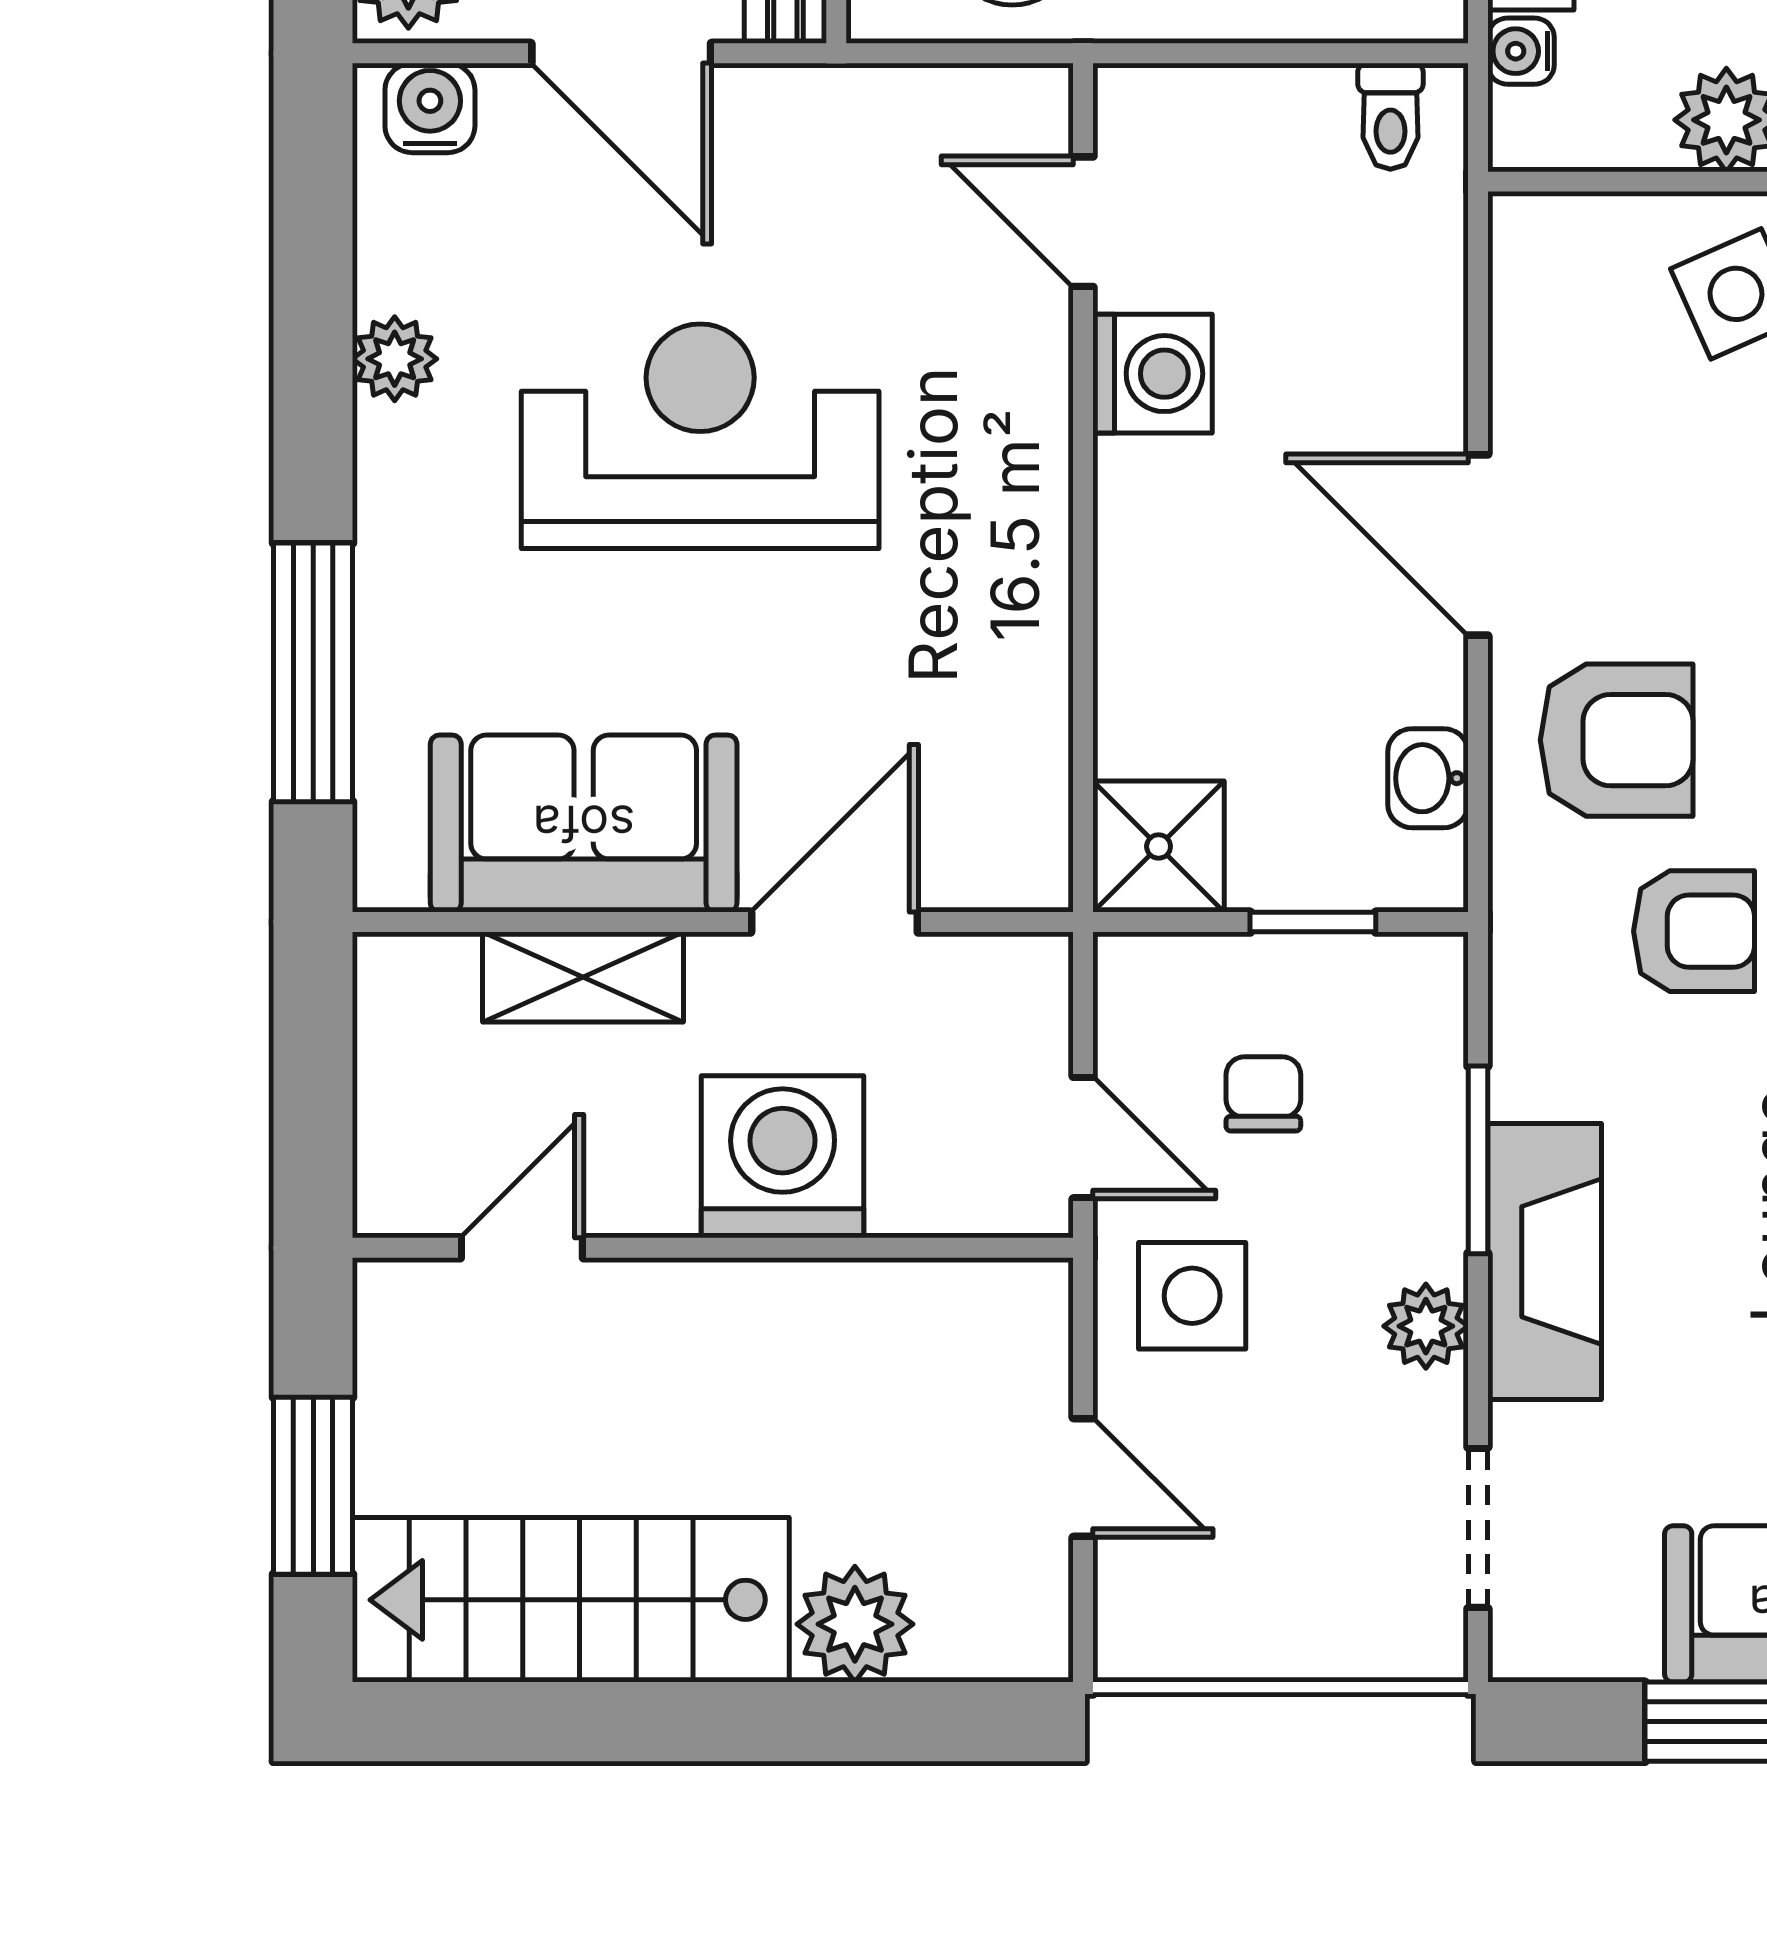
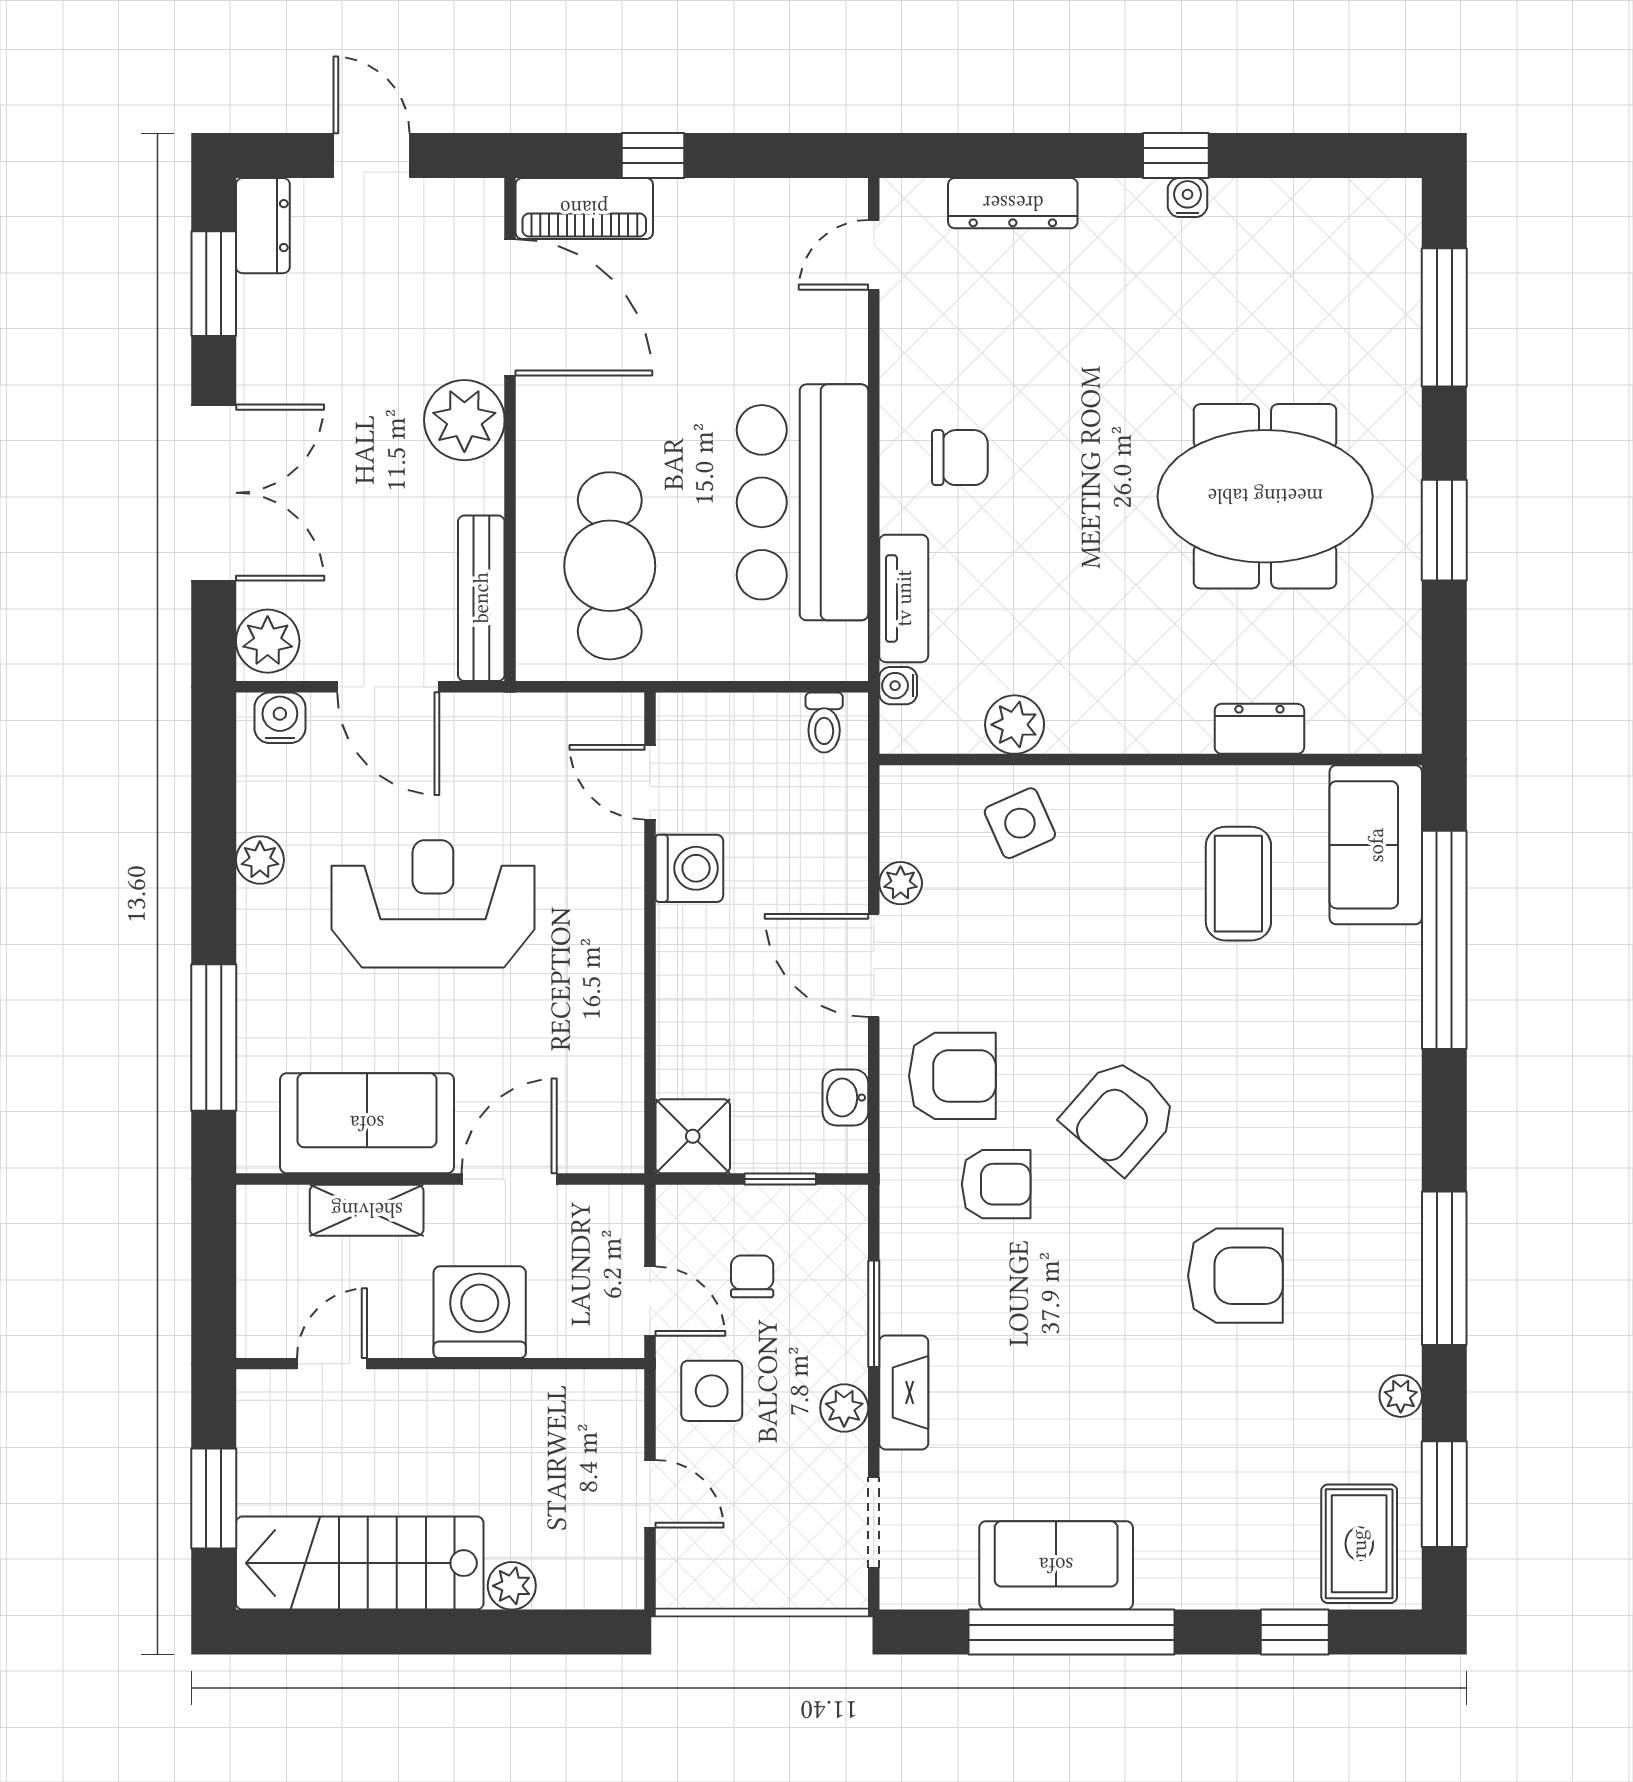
plant: (1525, 400) -> (901, 883), added
fireplace: (1545, 1262) -> (904, 1392), width x0.73, depth x0.76
plant: (855, 1624) -> (512, 1586), width x0.73, depth x0.73

